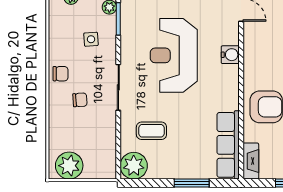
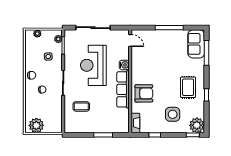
row of seats: (228, 145) -> (123, 89), moved
plant: (134, 166) -> (72, 125), removed

